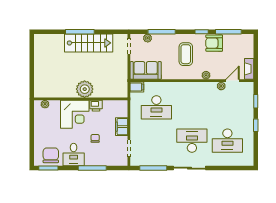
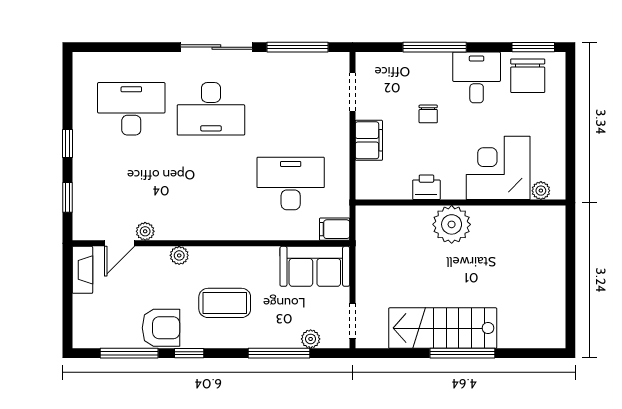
coffee table: (186, 54) -> (225, 303), turned 90
corner desk: (75, 114) -> (498, 168), moved

